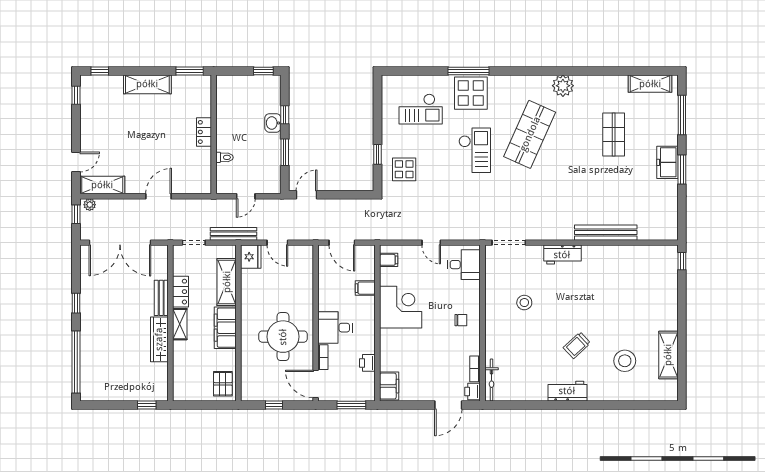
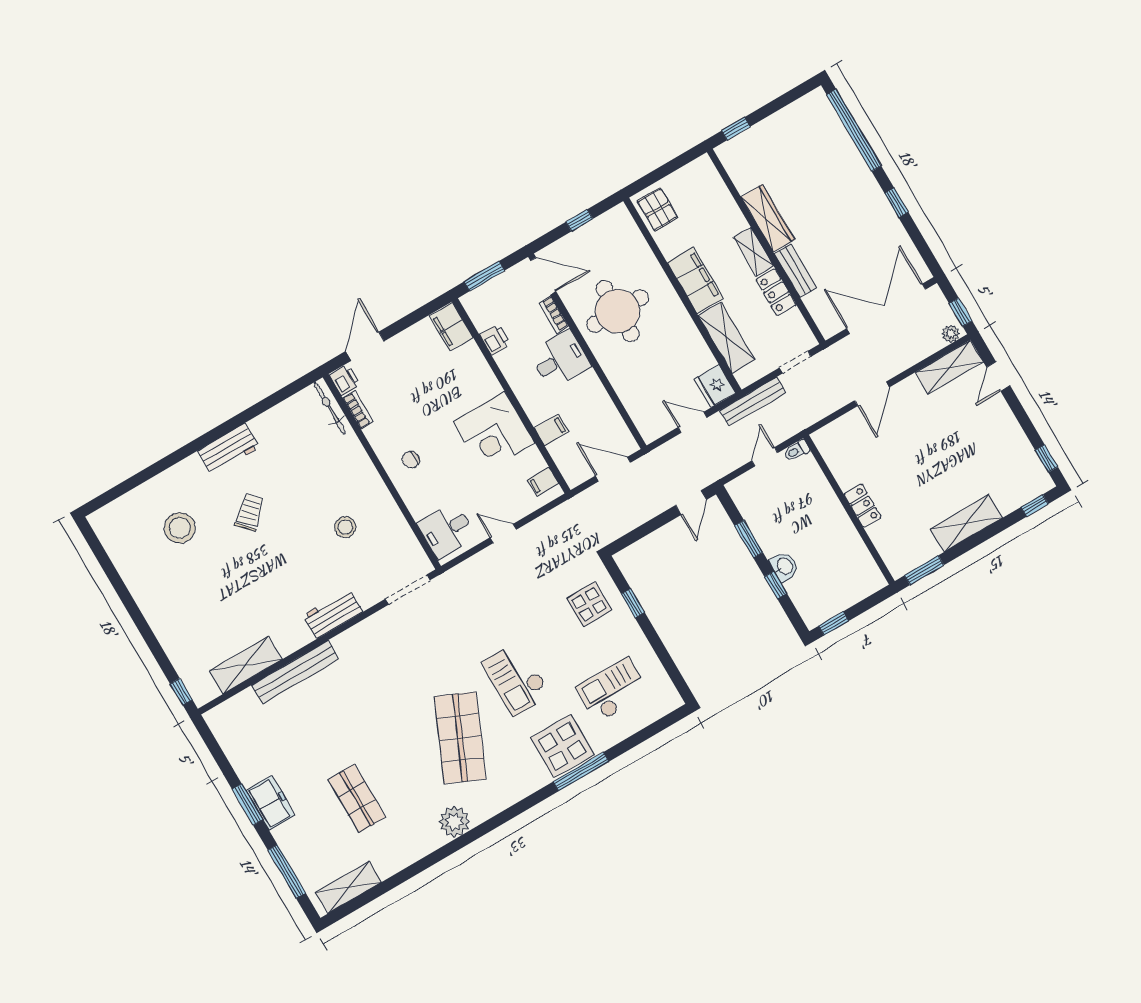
toilet: (225, 157) -> (796, 451), moved
shelving: (668, 355) -> (245, 665), moved, turned 90

